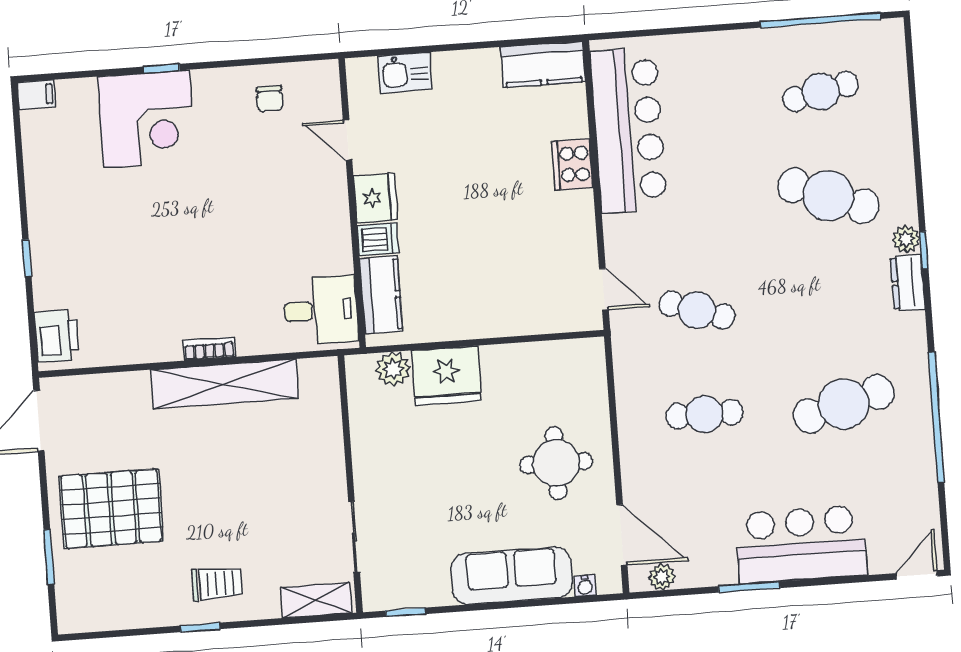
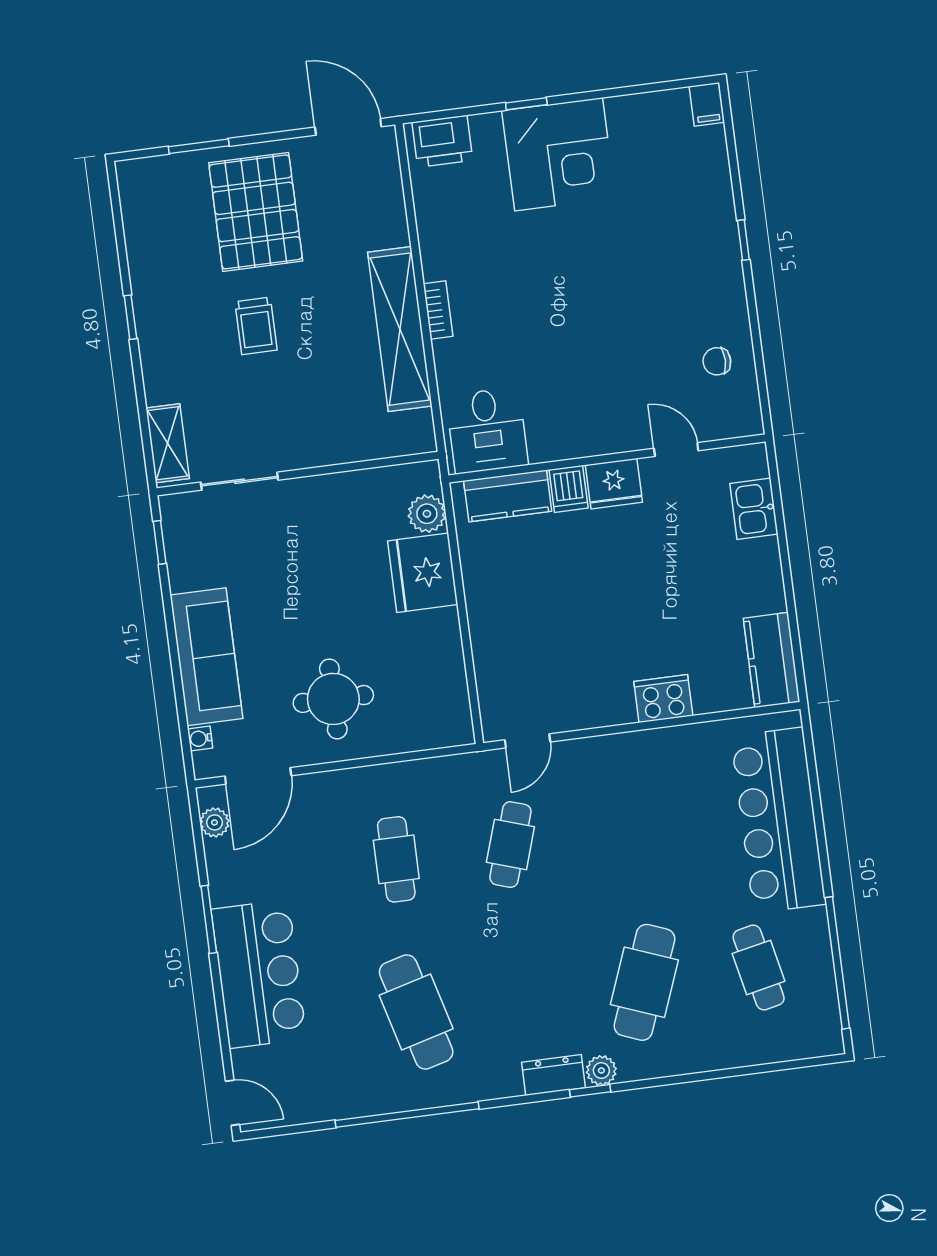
corner desk: (146, 119) -> (559, 154), moved, turned -90
bar counter: (629, 130) -> (778, 820), moved, turned 90
door: (348, 140) -> (676, 449), hinge flipped
trolley: (217, 583) -> (256, 326), moved

